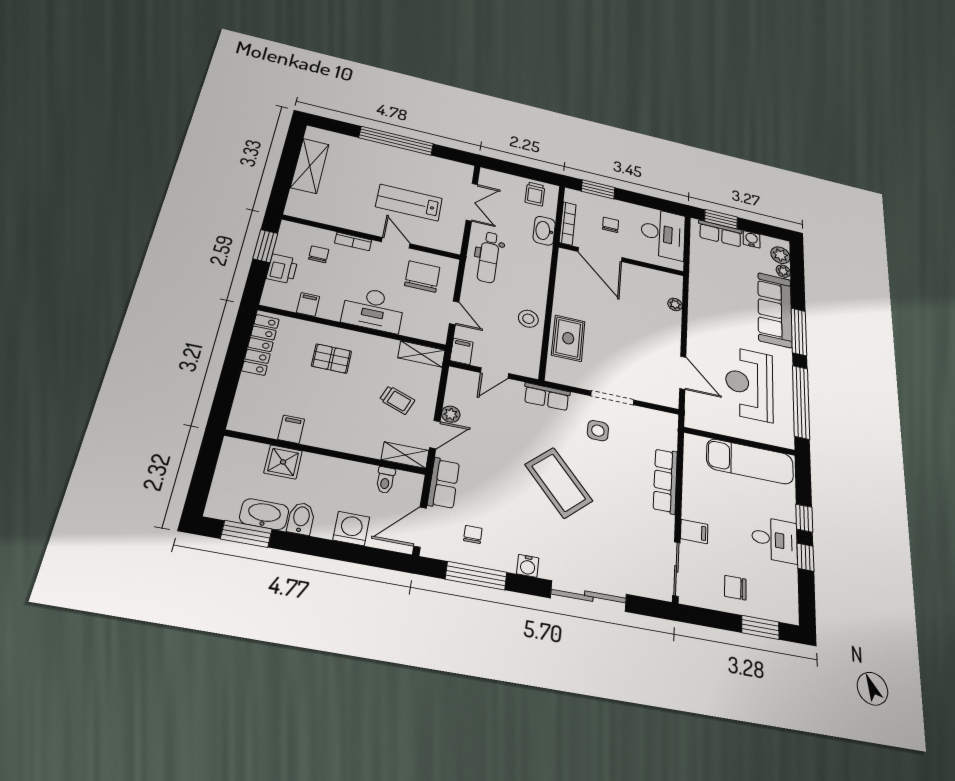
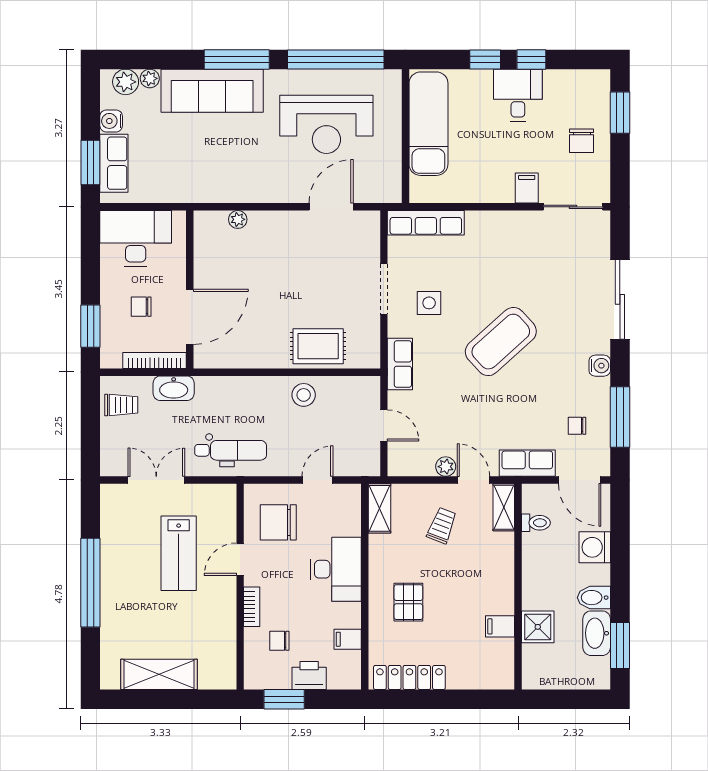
filing cabinet: (462, 351) -> (365, 465), removed
row of seats: (665, 481) -> (426, 223), moved

